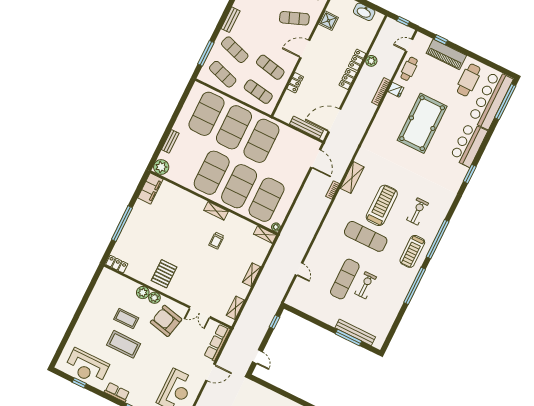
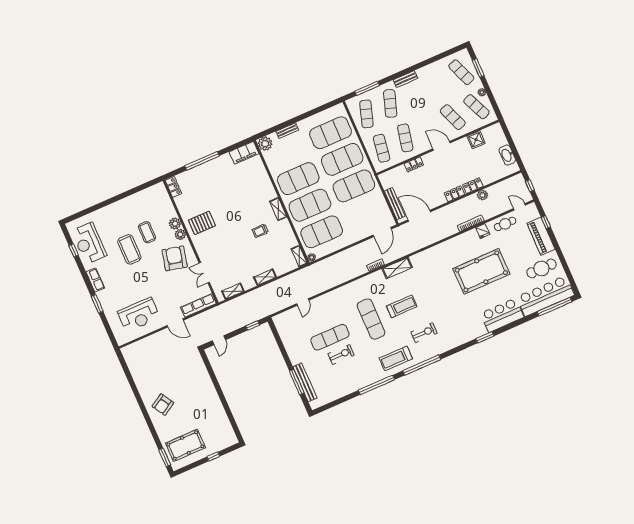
treadmill: (382, 205) -> (402, 306), width x0.73, depth x0.73

